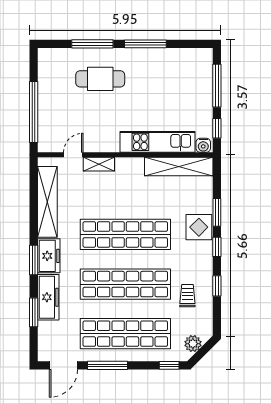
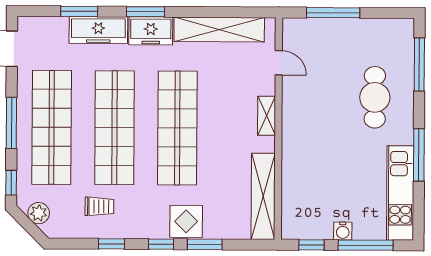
window: (92, 44) -> (419, 65), moved
window: (34, 112) -> (333, 13), width x0.68
kitchen unit: (158, 142) -> (400, 193), moved, turned 180
water cooler: (203, 145) -> (343, 231), moved, turned -90
shelving: (99, 164) -> (267, 116), moved
window: (108, 365) -> (11, 123), moved

